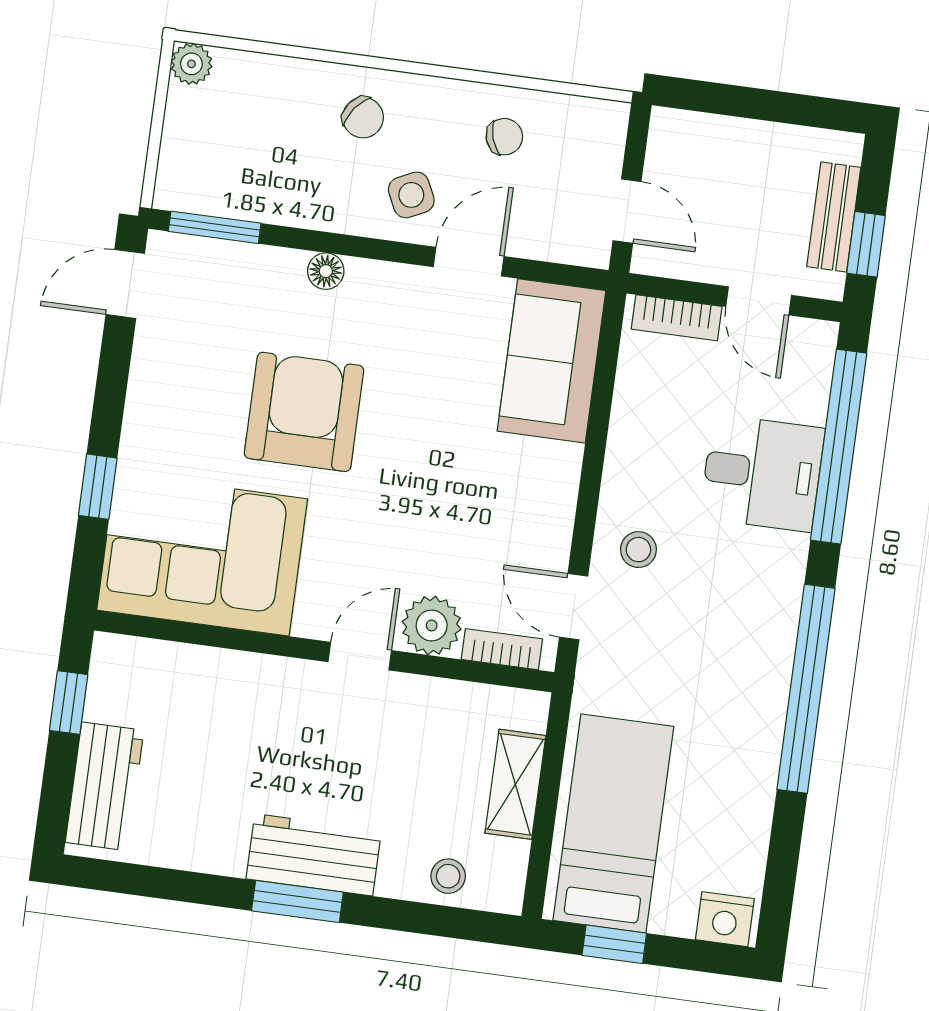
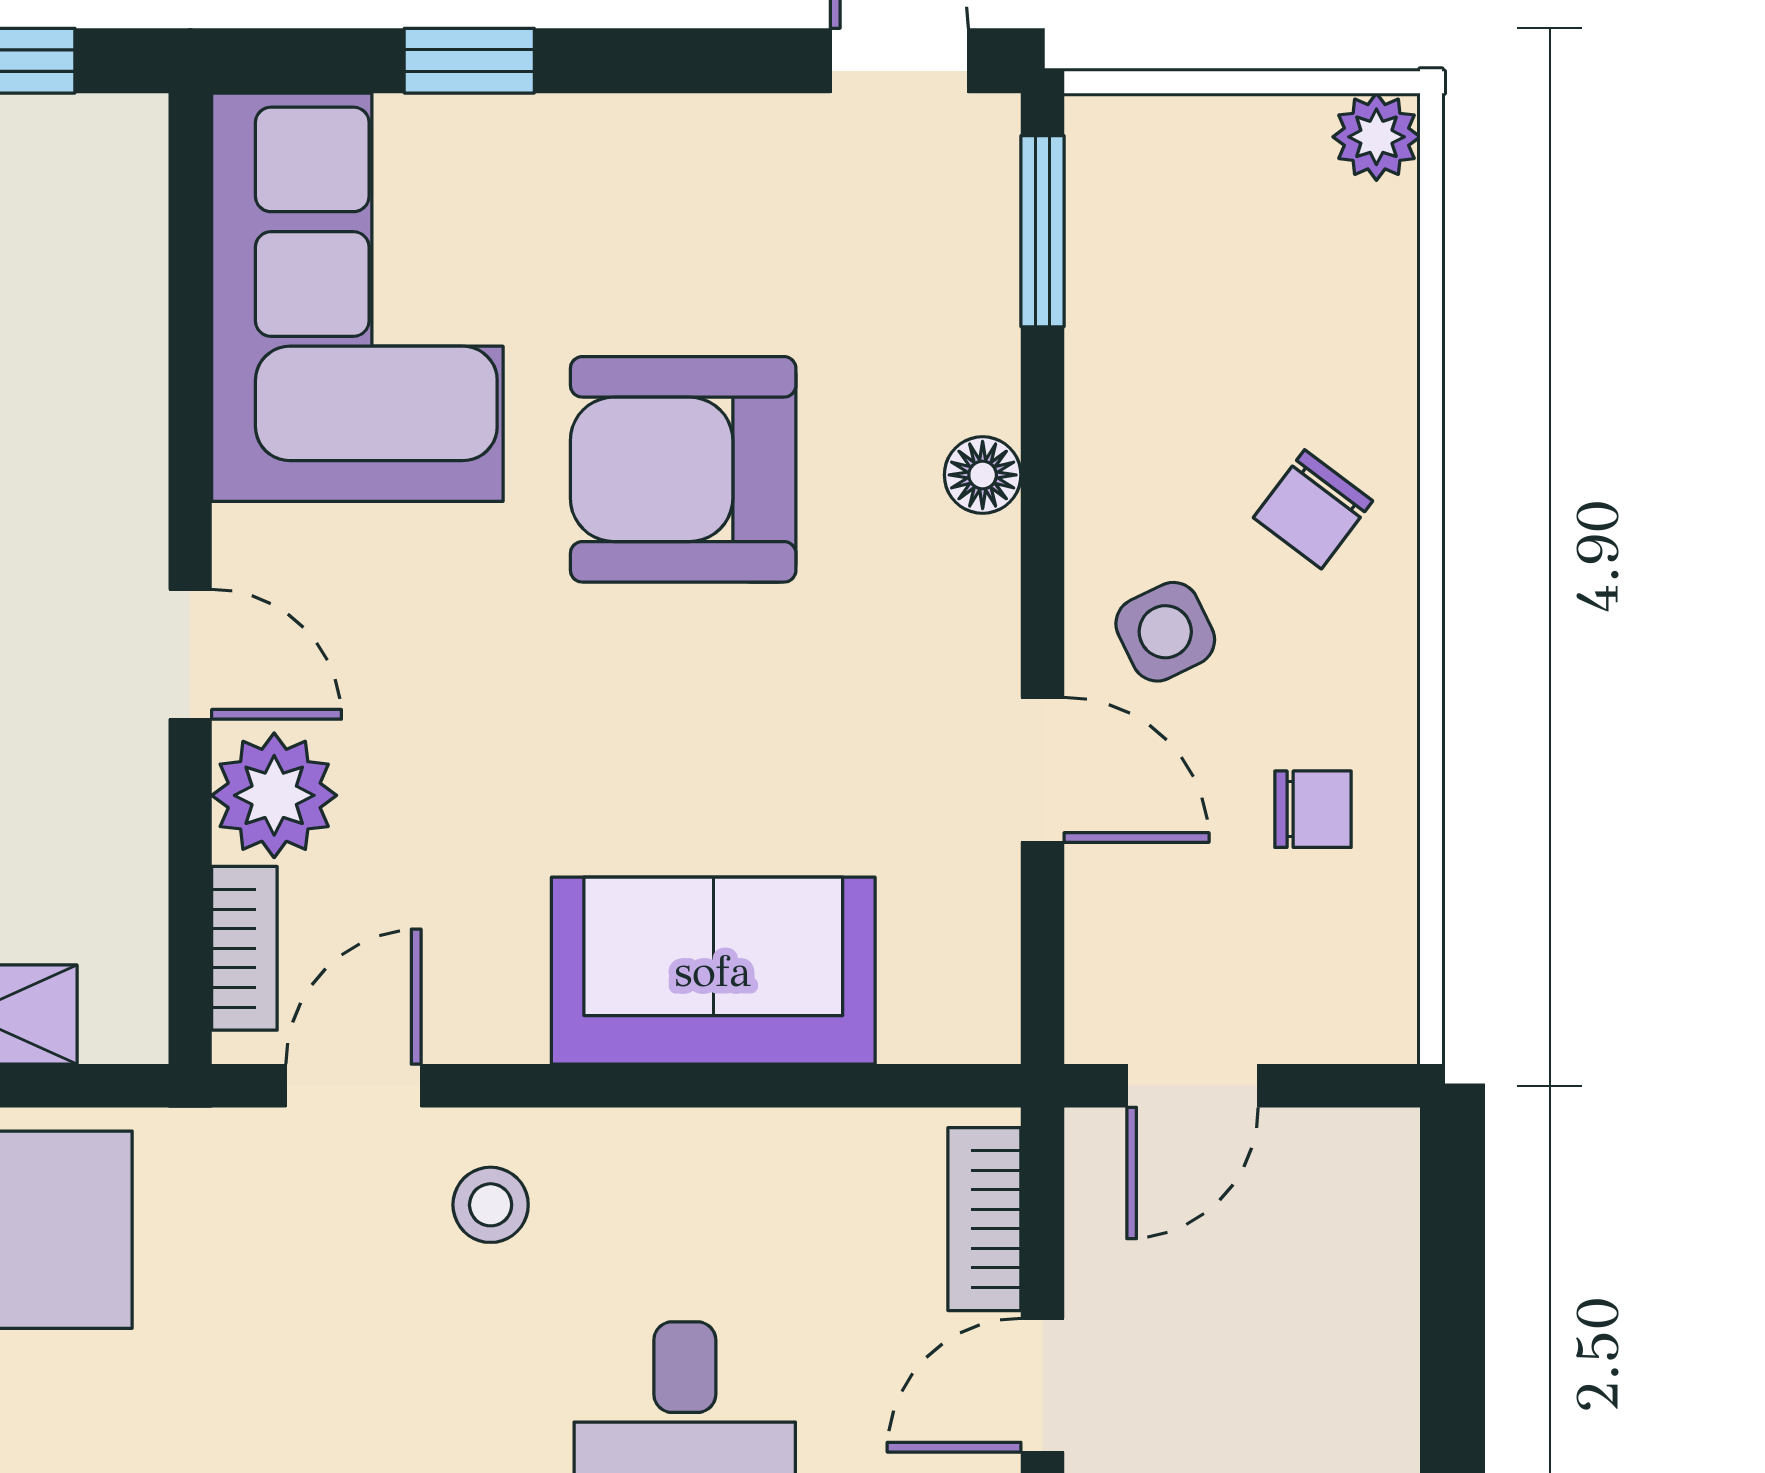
chair: (504, 137) -> (1313, 809), turned -72
sofa: (552, 361) -> (713, 971), moved
armchair: (304, 412) -> (683, 469), turned 180

